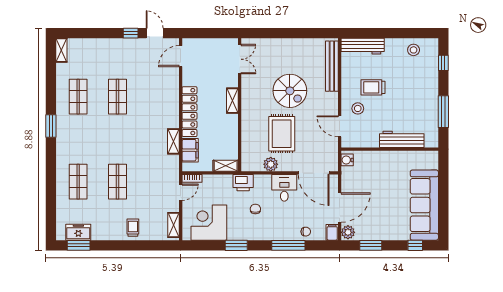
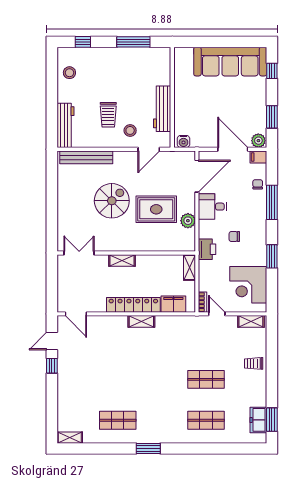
shop shelf: (118, 97) -> (118, 379), removed
workbench: (402, 139) -> (162, 109), moved
shelving: (173, 141) -> (141, 321), moved

